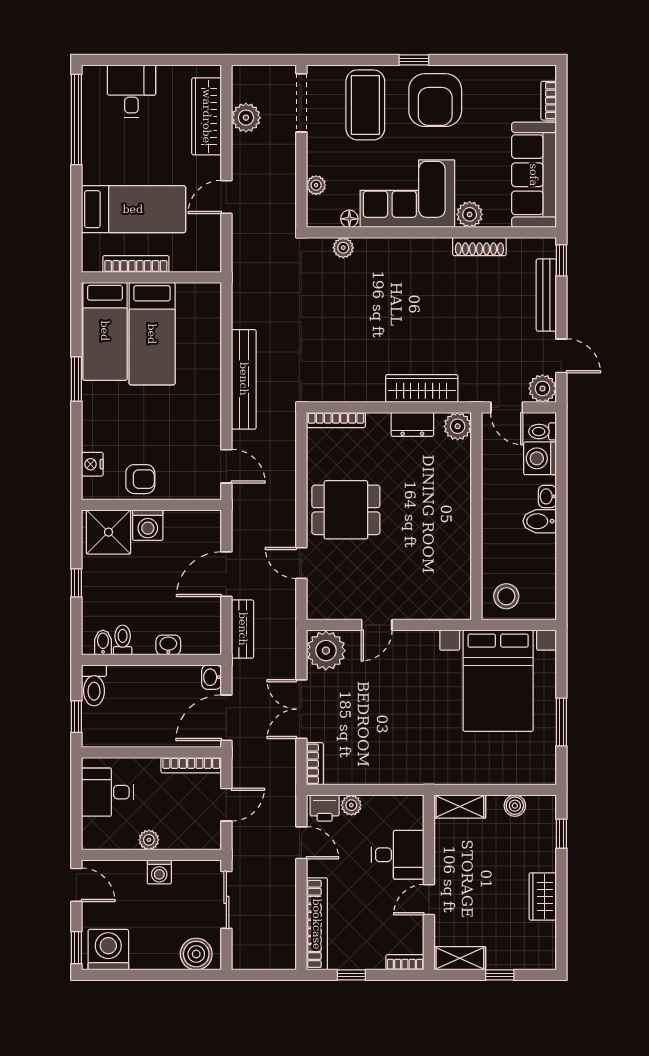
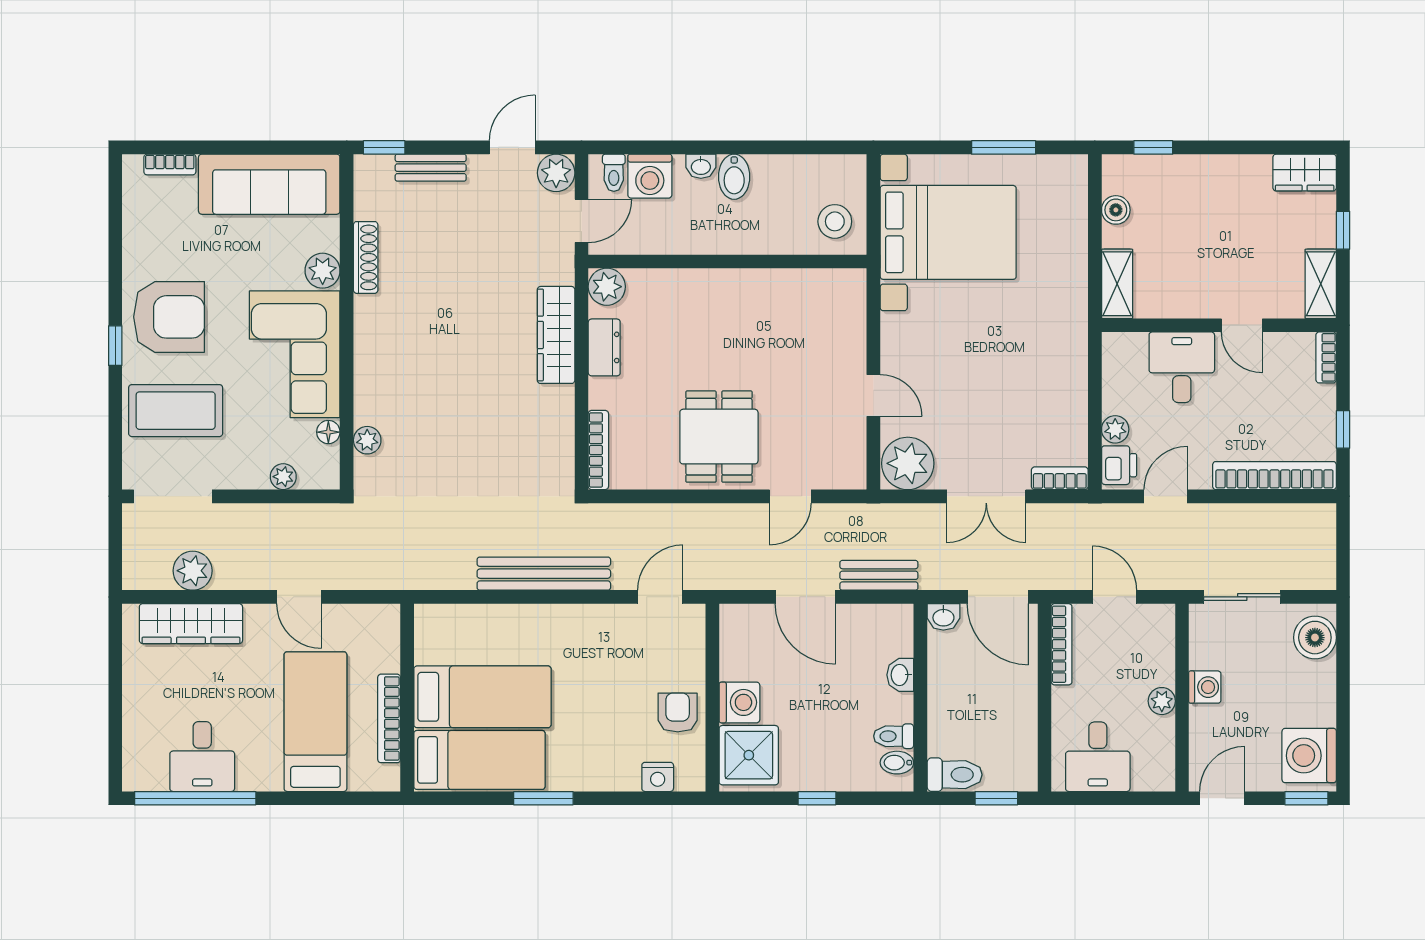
desk: (131, 91) -> (202, 757), moved, turned -90
bench: (546, 295) -> (431, 168), width x0.73
wardrobe: (543, 896) -> (1305, 173), moved

